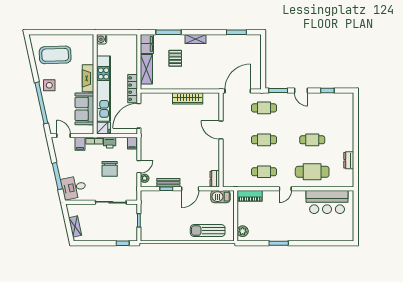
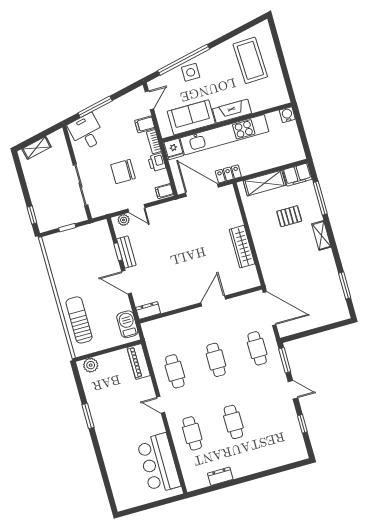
side table: (49, 85) -> (191, 72), moved
locker: (133, 89) -> (228, 174), width x0.66
door: (301, 90) -> (293, 390), swing flipped
cafe table: (312, 172) -> (192, 433), width x0.73, depth x0.74

